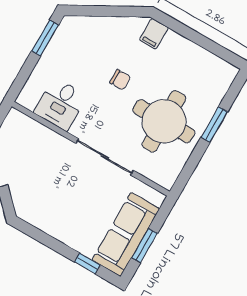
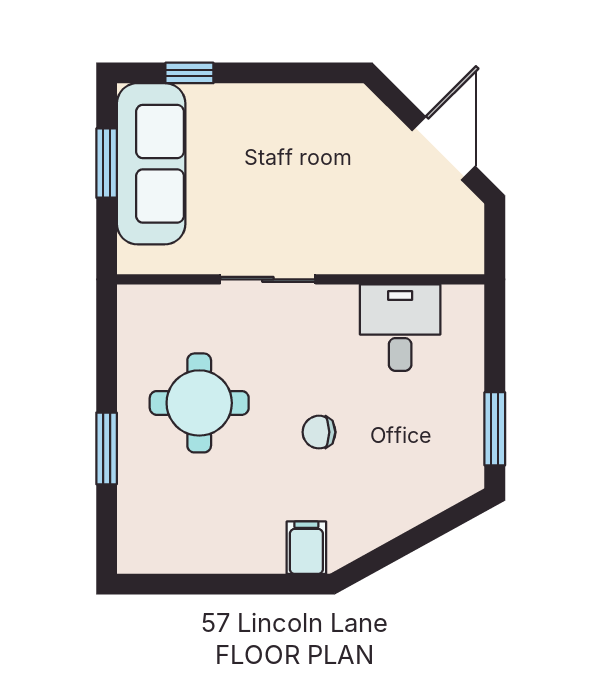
round table: (164, 121) -> (199, 403), width x0.73, depth x0.73
sliding door: (105, 157) -> (268, 279), width x0.73

